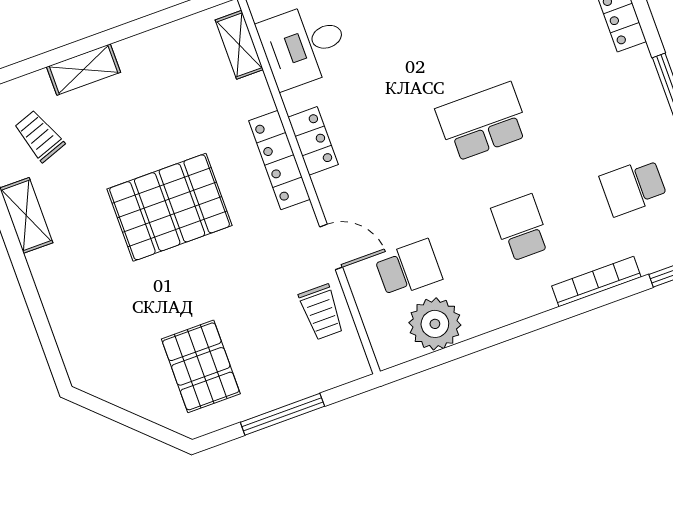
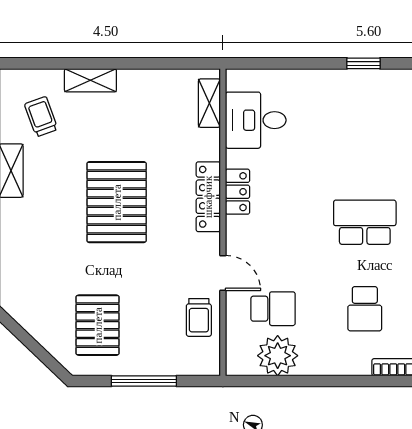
pallet: (170, 207) -> (117, 202), turned 90
school desk: (521, 228) -> (365, 309), turned 180

